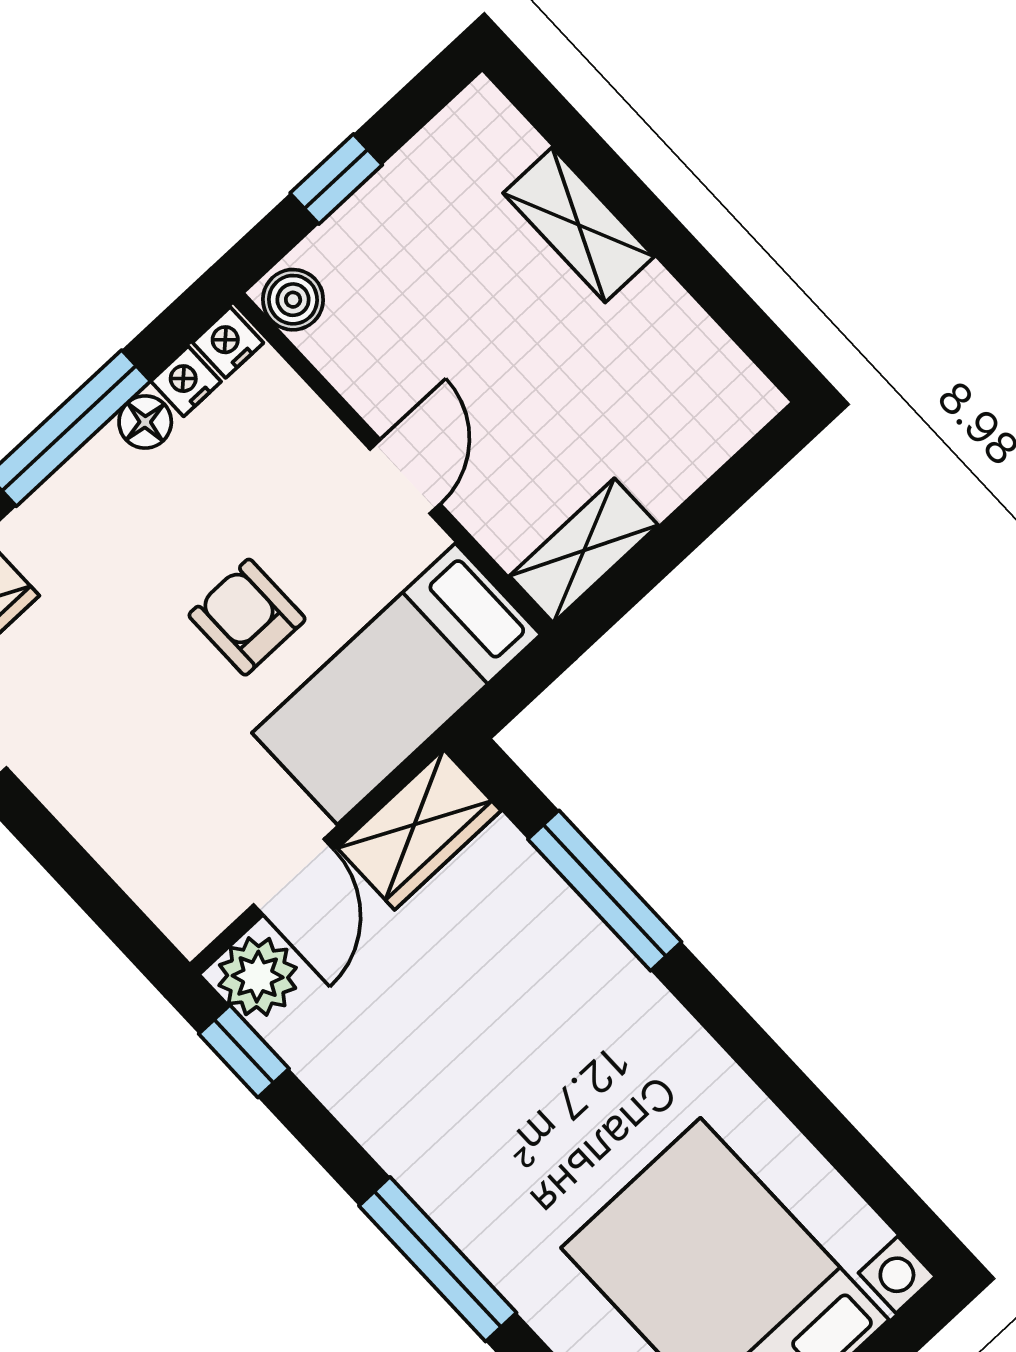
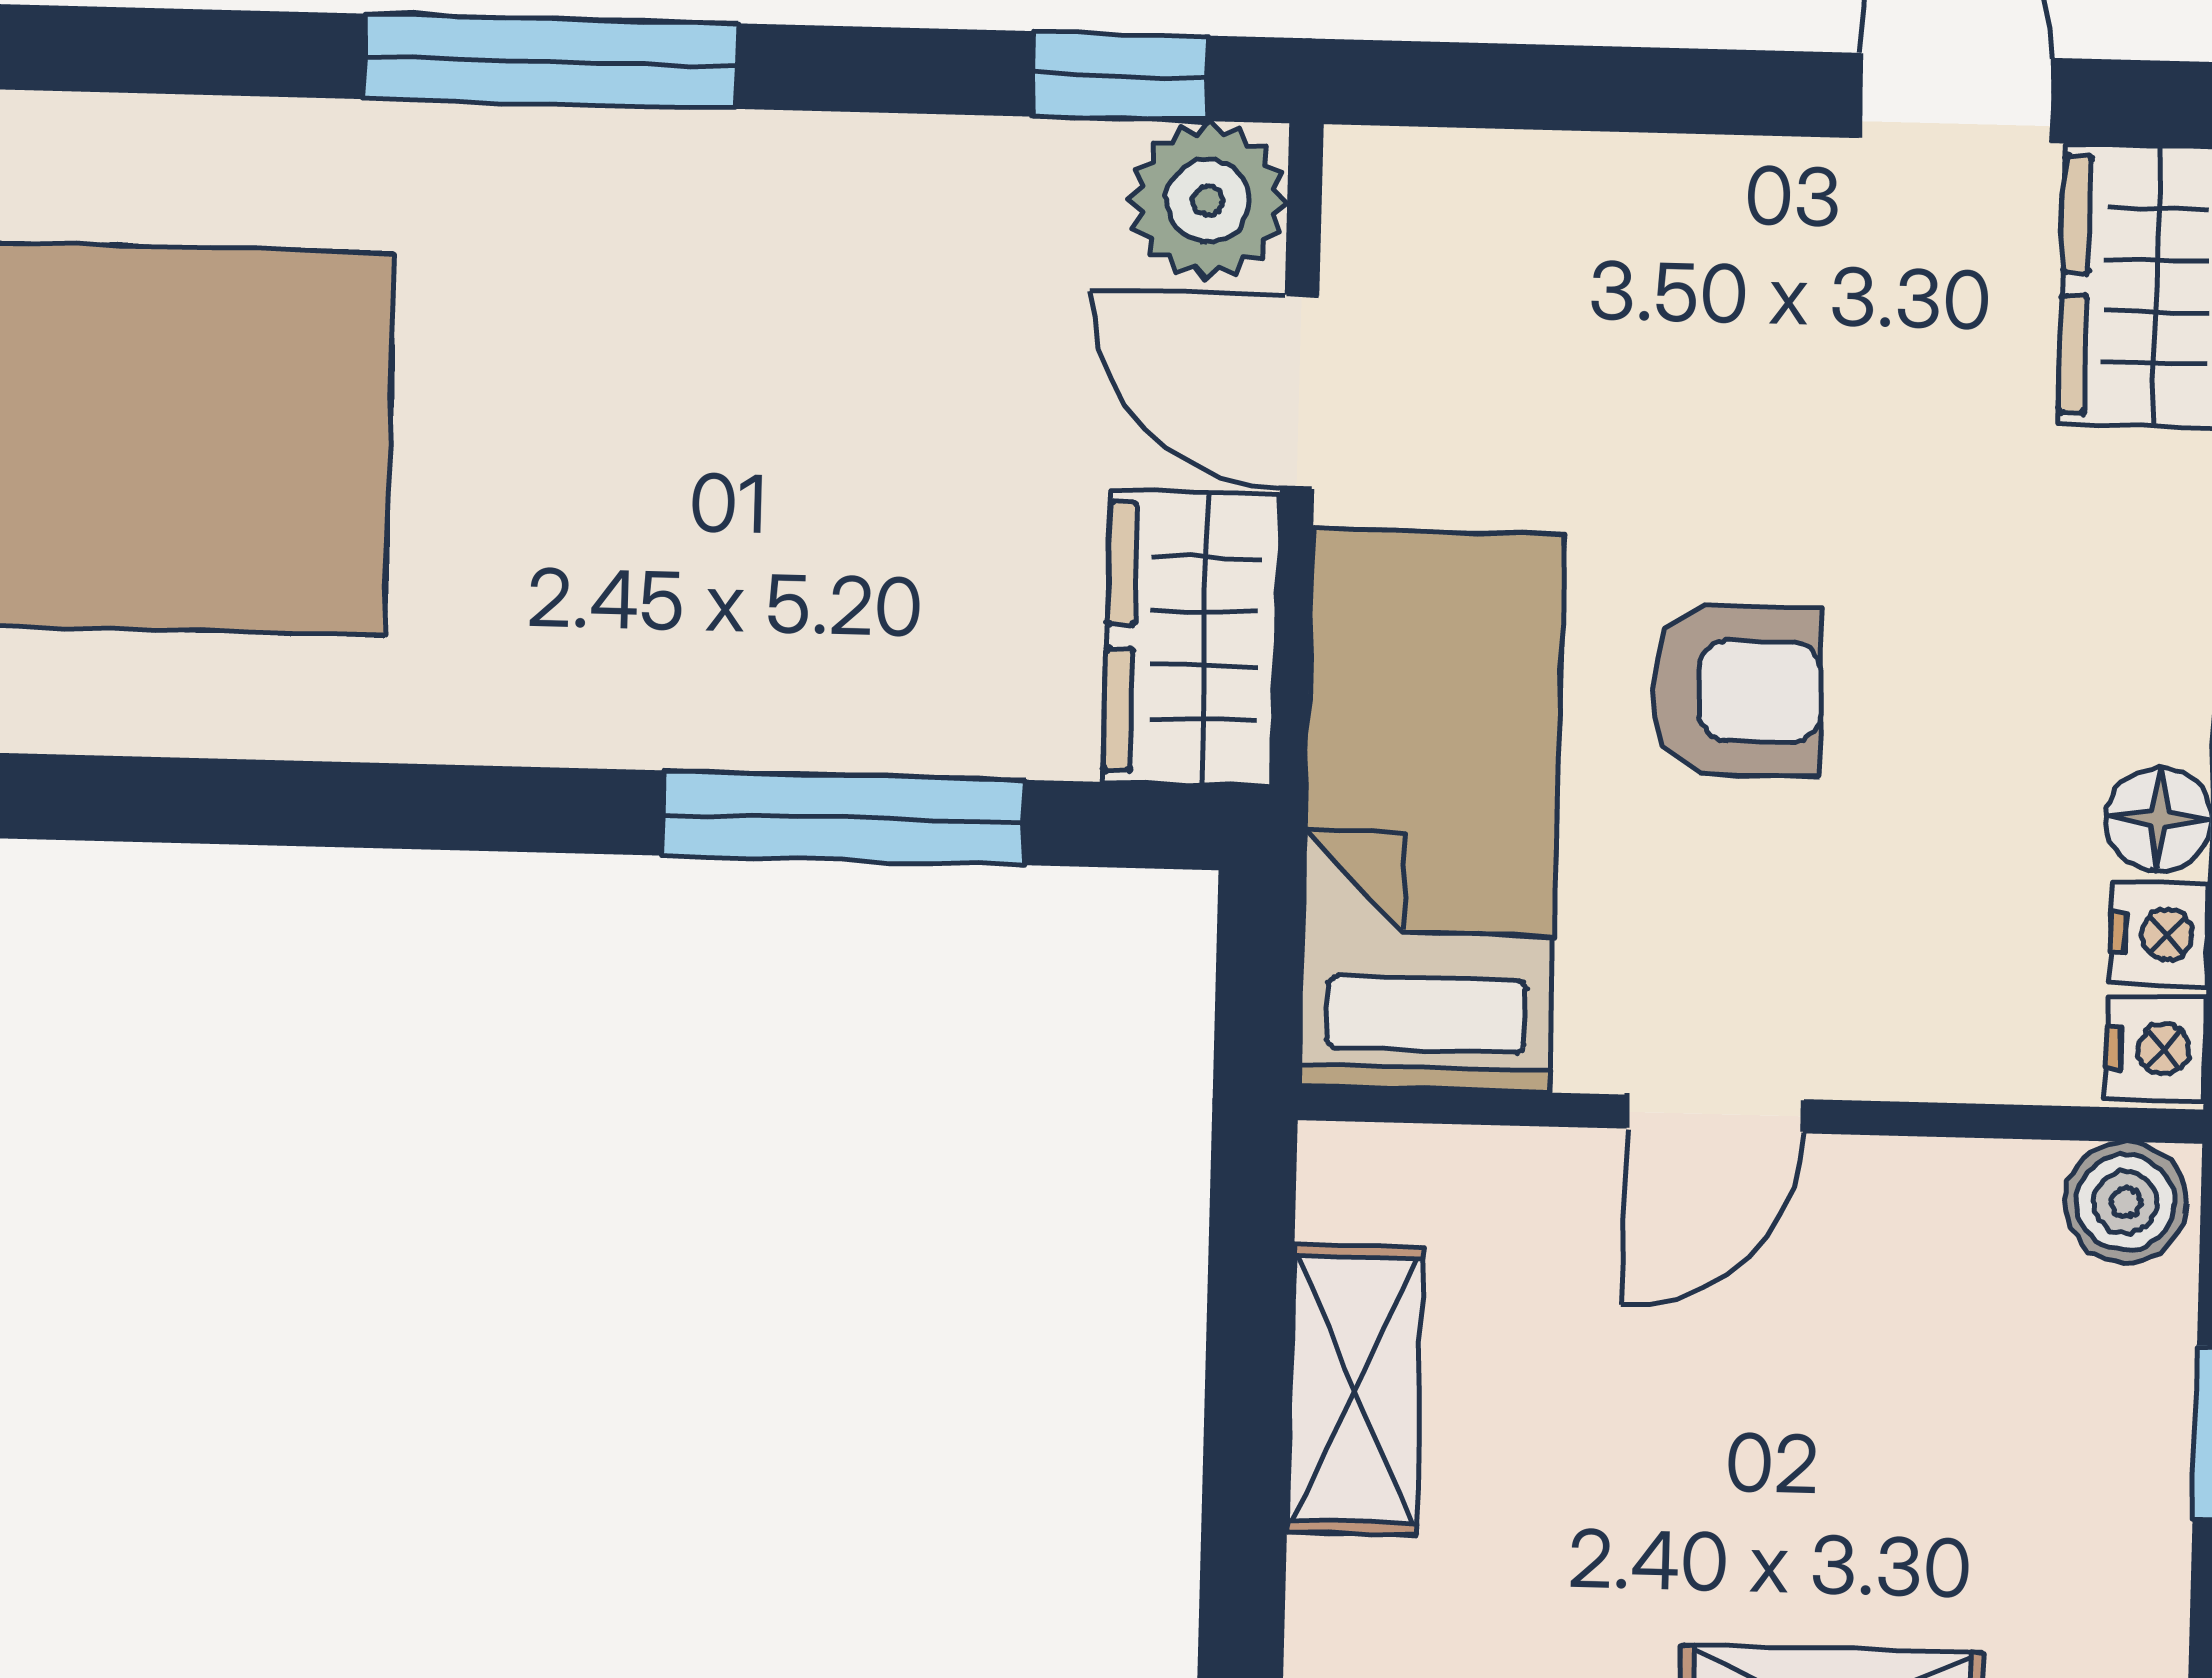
door: (405, 477) -> (1715, 1114), hinge flipped
shelving: (584, 551) -> (1355, 1390), moved

